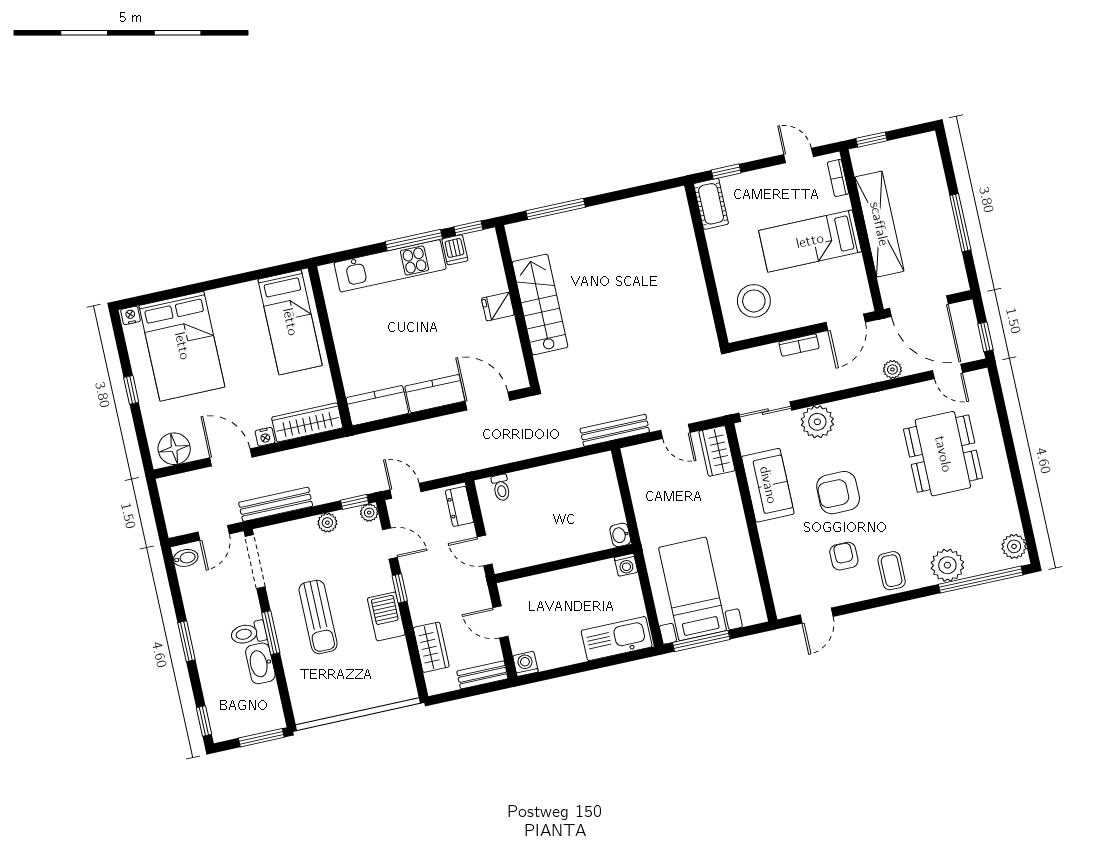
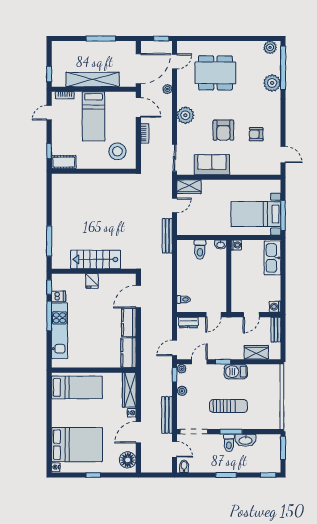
plant: (817, 422) -> (185, 115), moved
toilet: (602, 498) -> (200, 250), added
coffee table: (892, 571) -> (269, 112), removed

